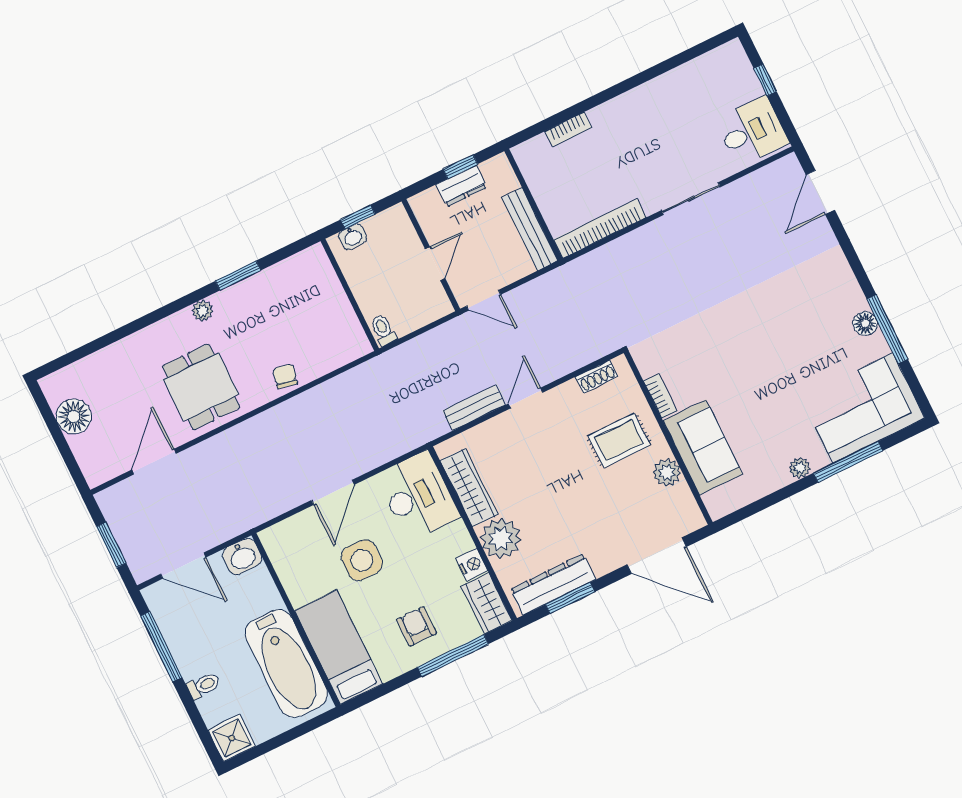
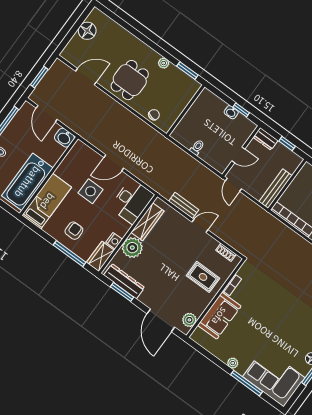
dresser: (462, 186) -> (266, 139), moved
wall: (350, 295) -> (186, 110), moved
plant: (667, 473) -> (189, 320), moved

